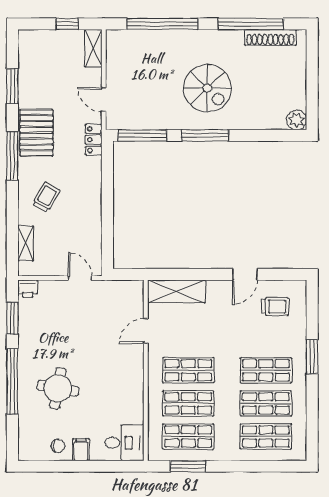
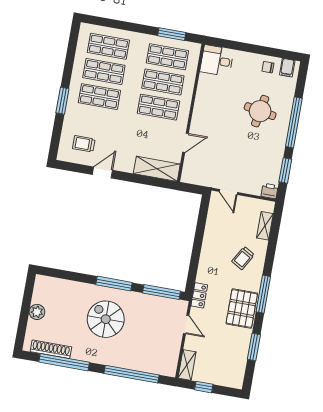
plant: (297, 120) -> (37, 312), moved
filing cabinet: (81, 450) -> (287, 68), moved

